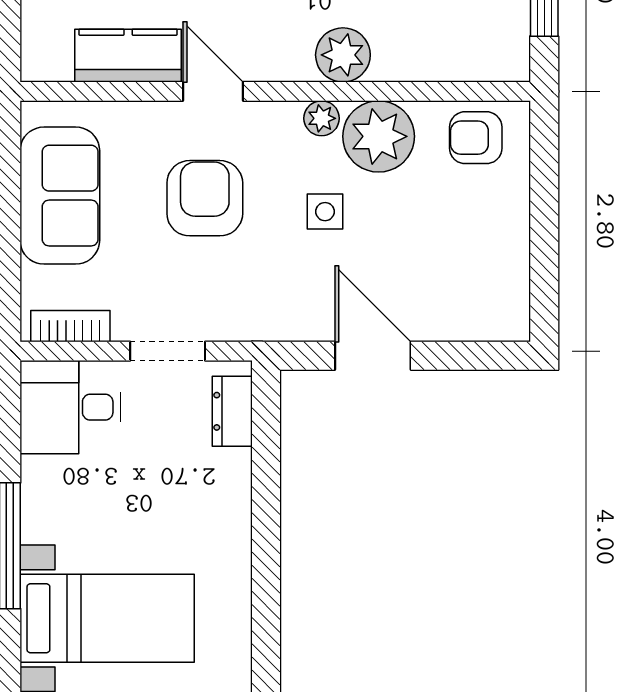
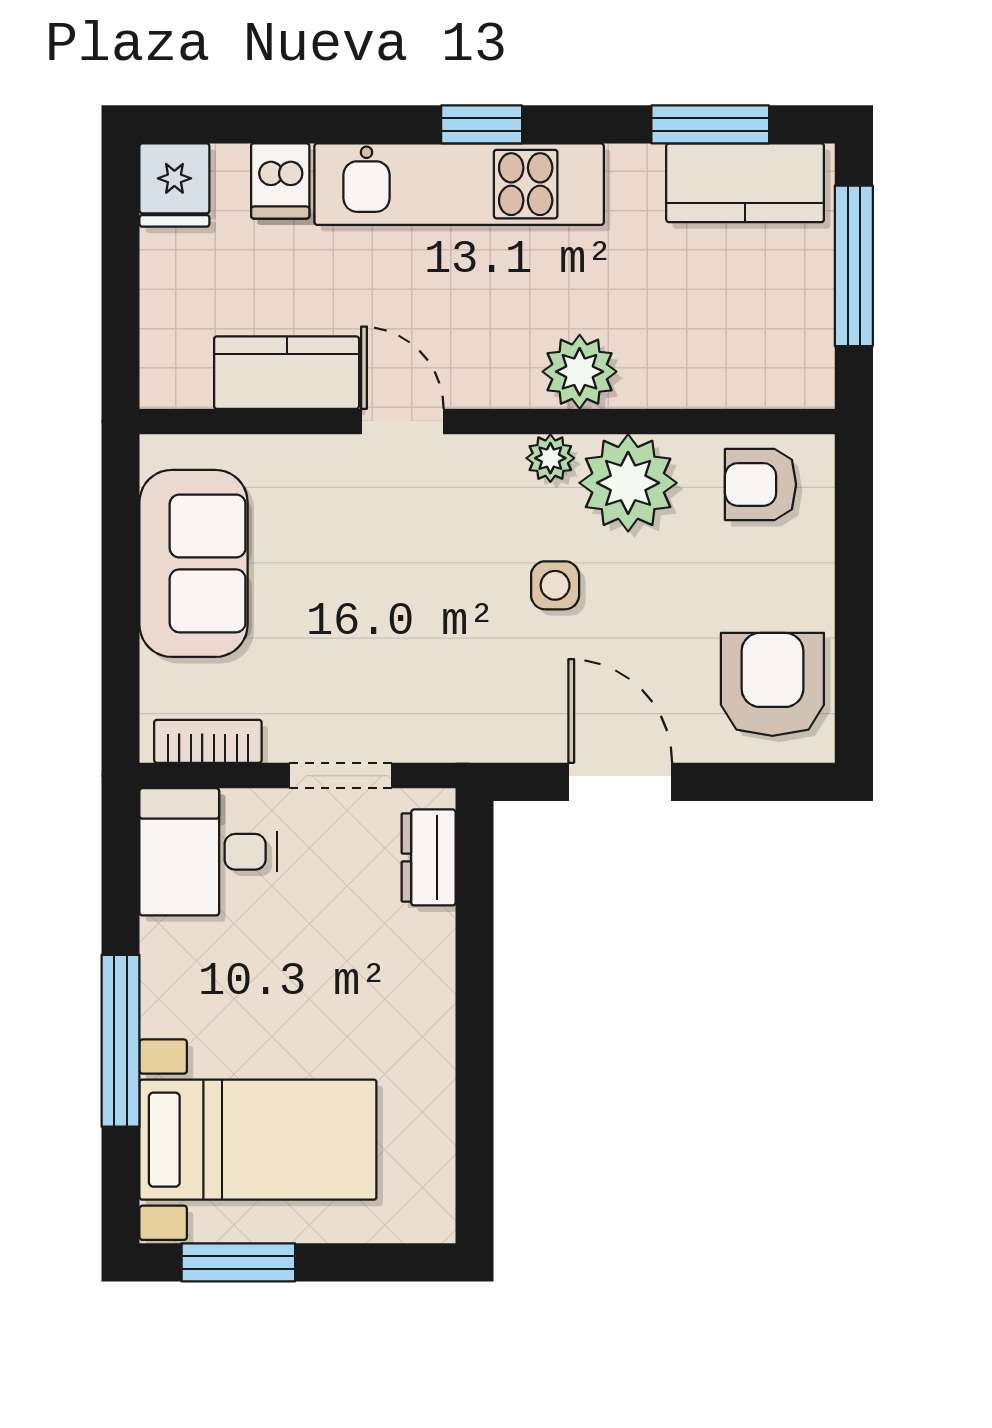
armchair: (205, 198) -> (772, 684), moved

